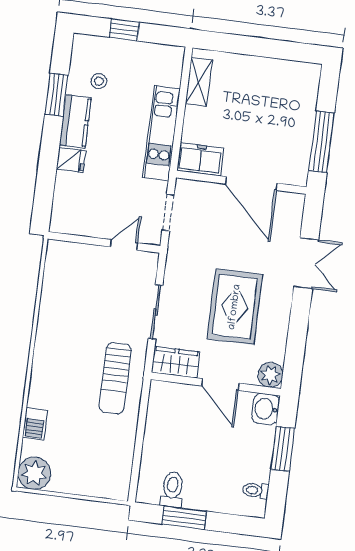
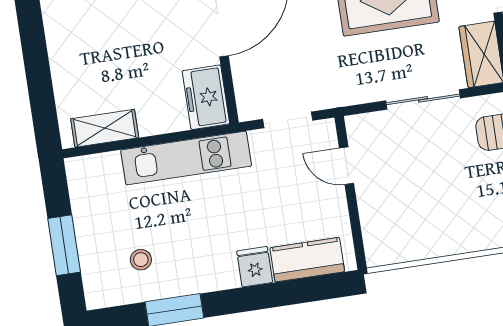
window: (124, 30) -> (64, 245), width x1.50
kitchen counter: (75, 121) -> (307, 260), moved

